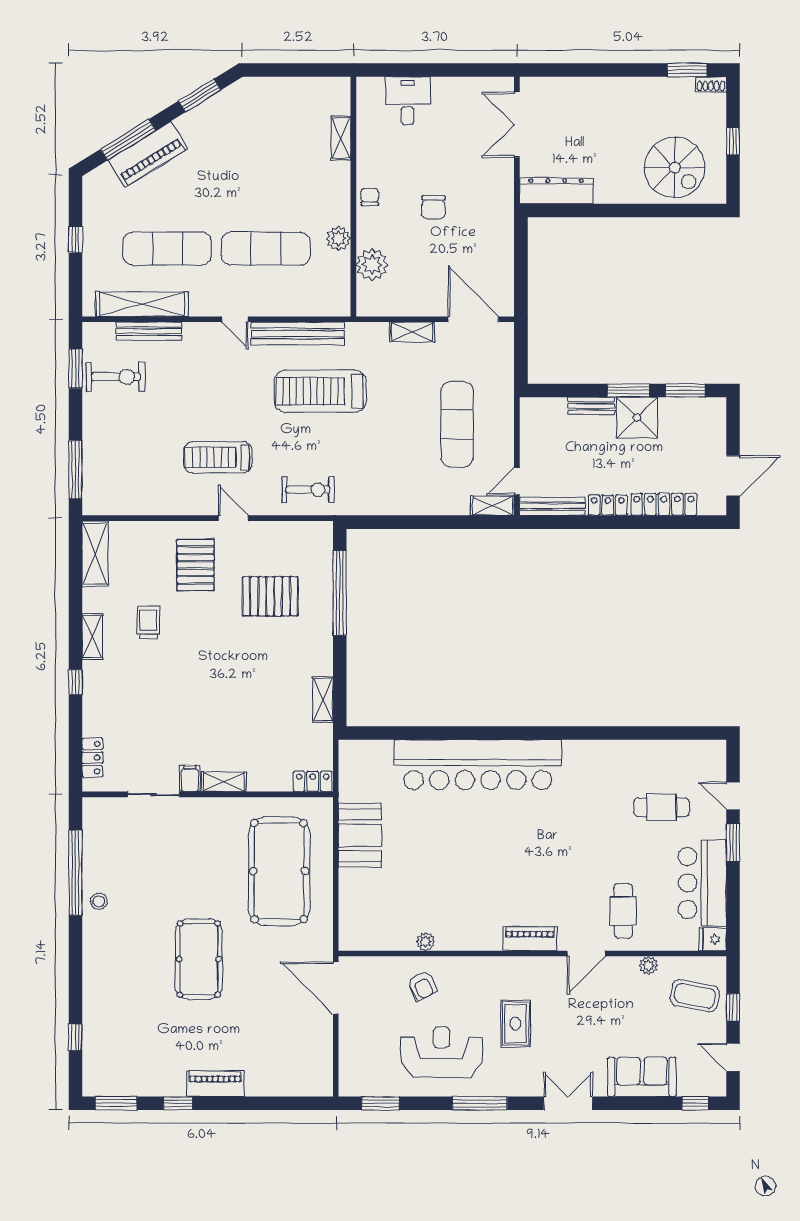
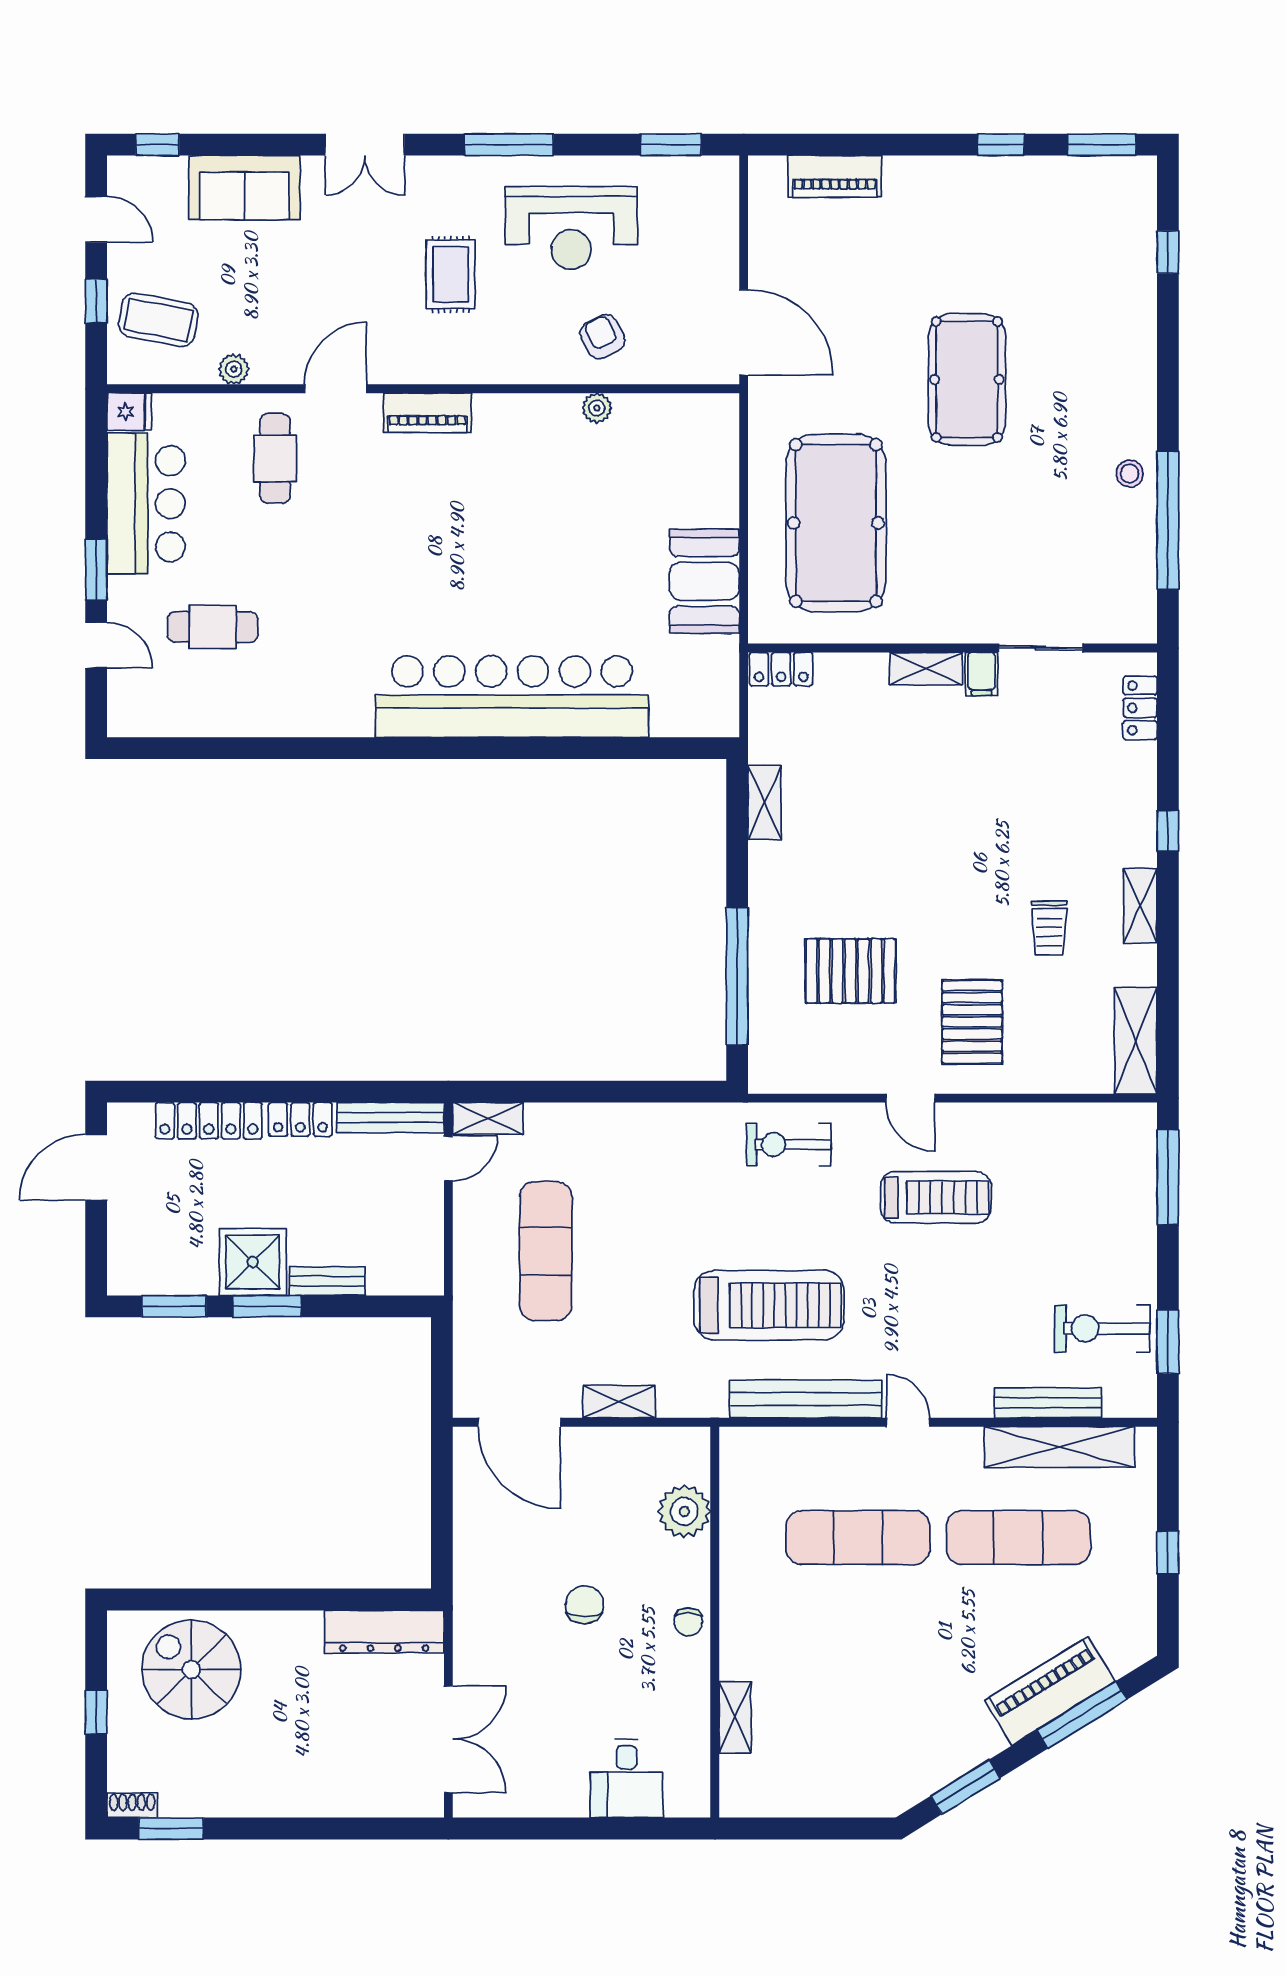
plant: (339, 238) -> (739, 1554), removed
piano: (215, 1084) -> (835, 176), moved

